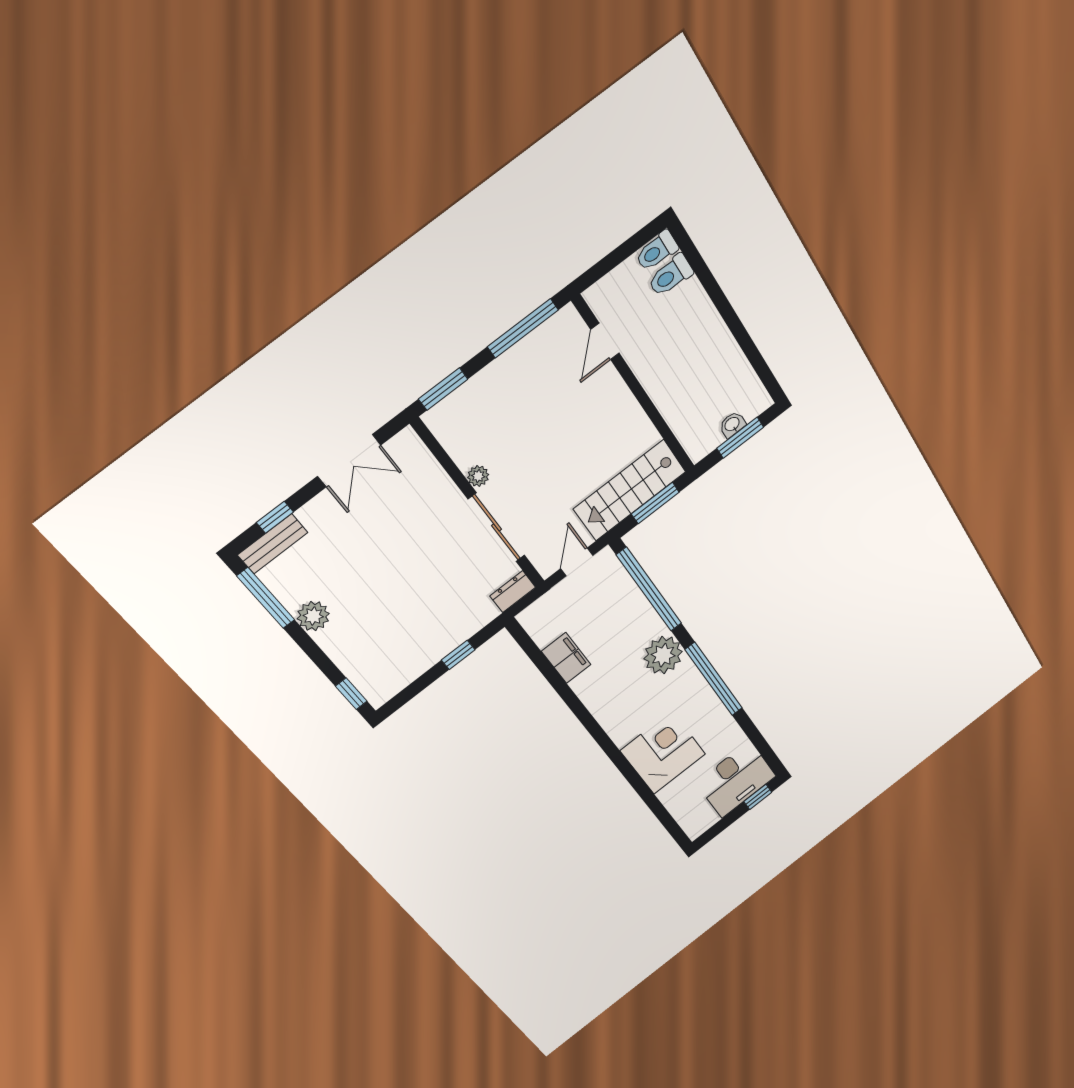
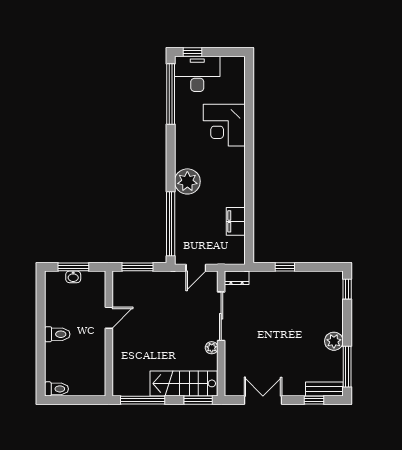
toilet: (671, 275) -> (57, 334), moved
door: (605, 341) -> (109, 318), moved
stairs: (630, 490) -> (184, 383), moved, turned 180
window: (714, 679) -> (171, 94), moved

